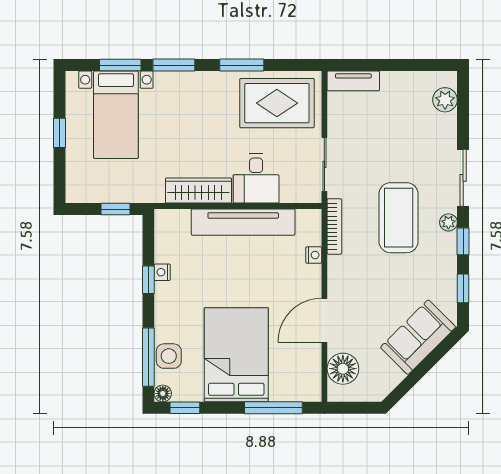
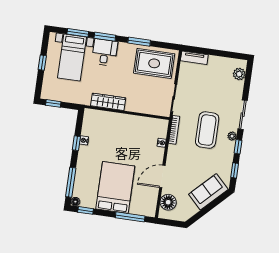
desk: (256, 179) -> (105, 52), moved, turned 180
window: (116, 209) -> (53, 103), moved
tv unit: (243, 222) -> (128, 121), removed
side table: (169, 356) -> (81, 183), removed

